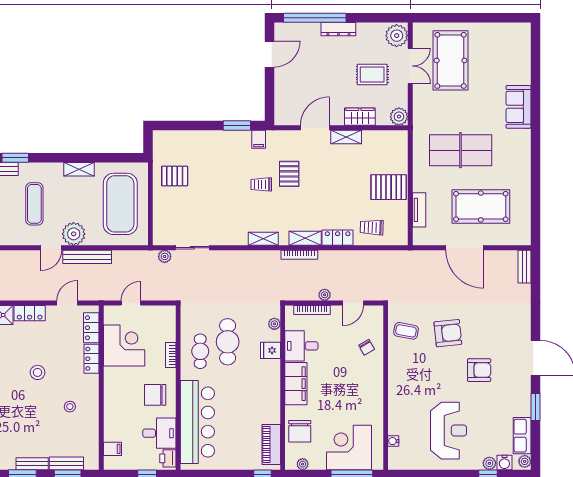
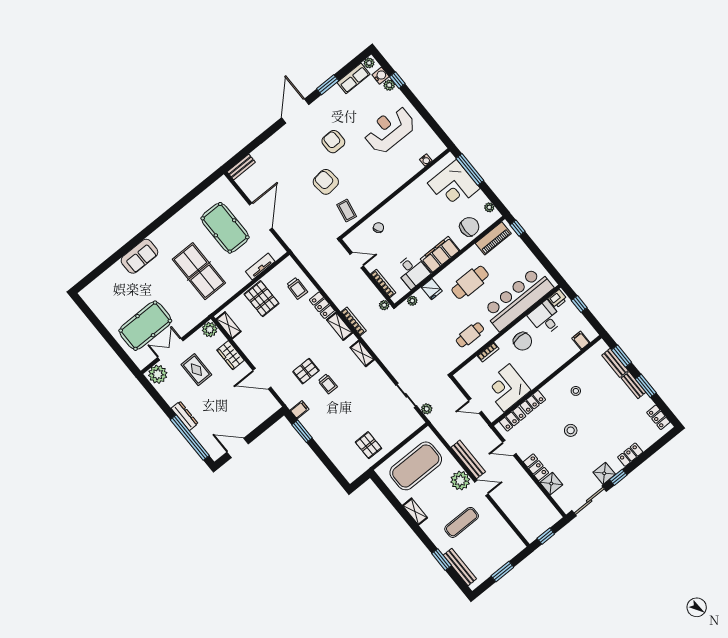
shelving: (346, 137) -> (229, 325), moved
plant: (325, 295) -> (384, 305), moved
cafe table: (228, 342) -> (470, 282), moved

